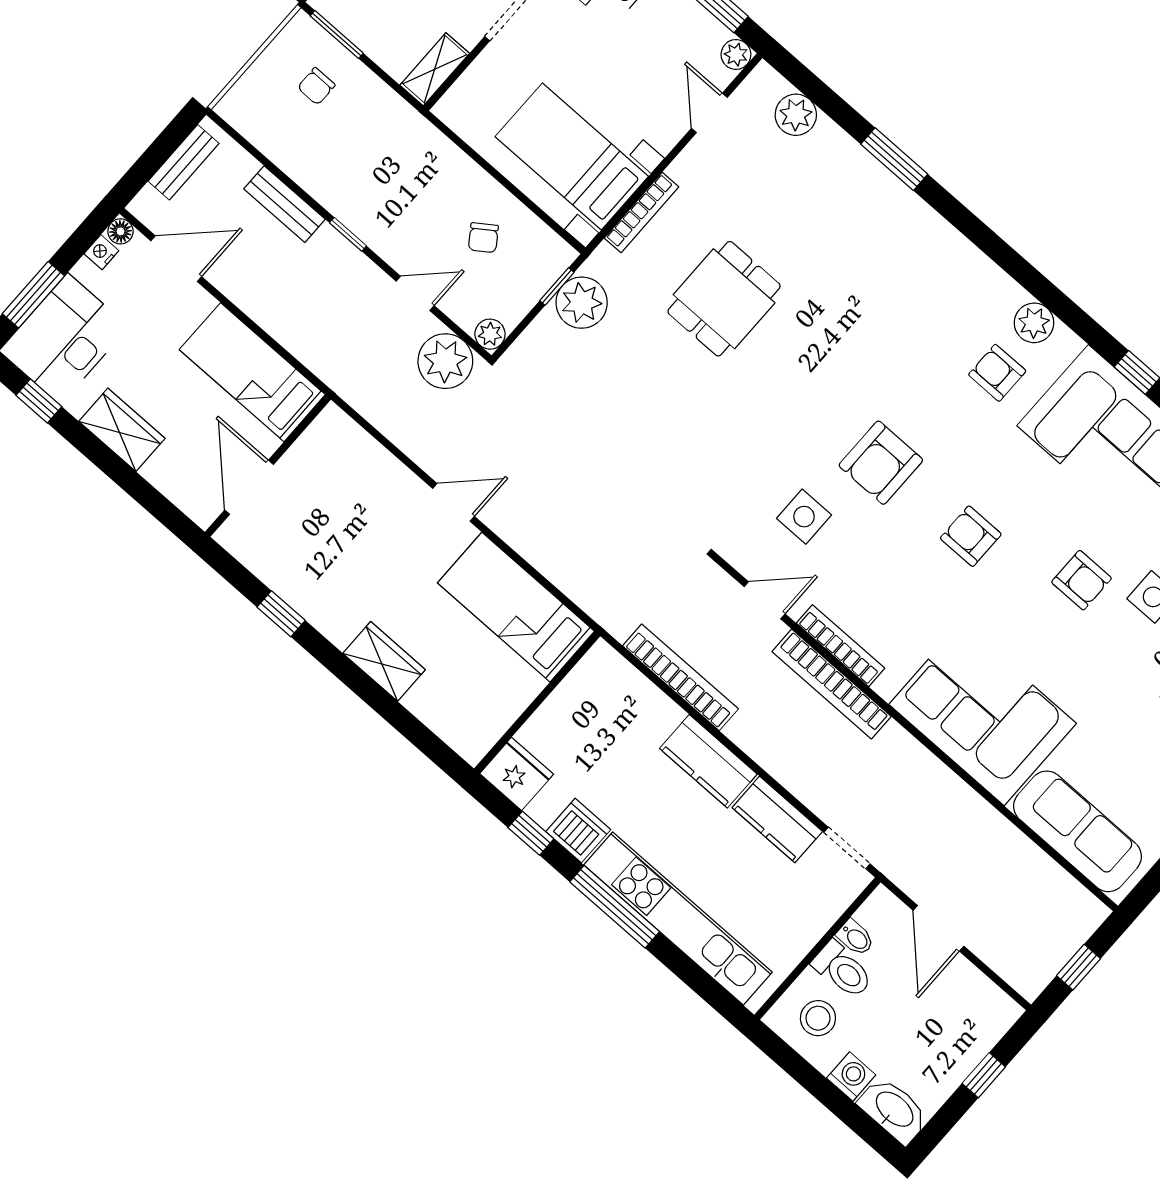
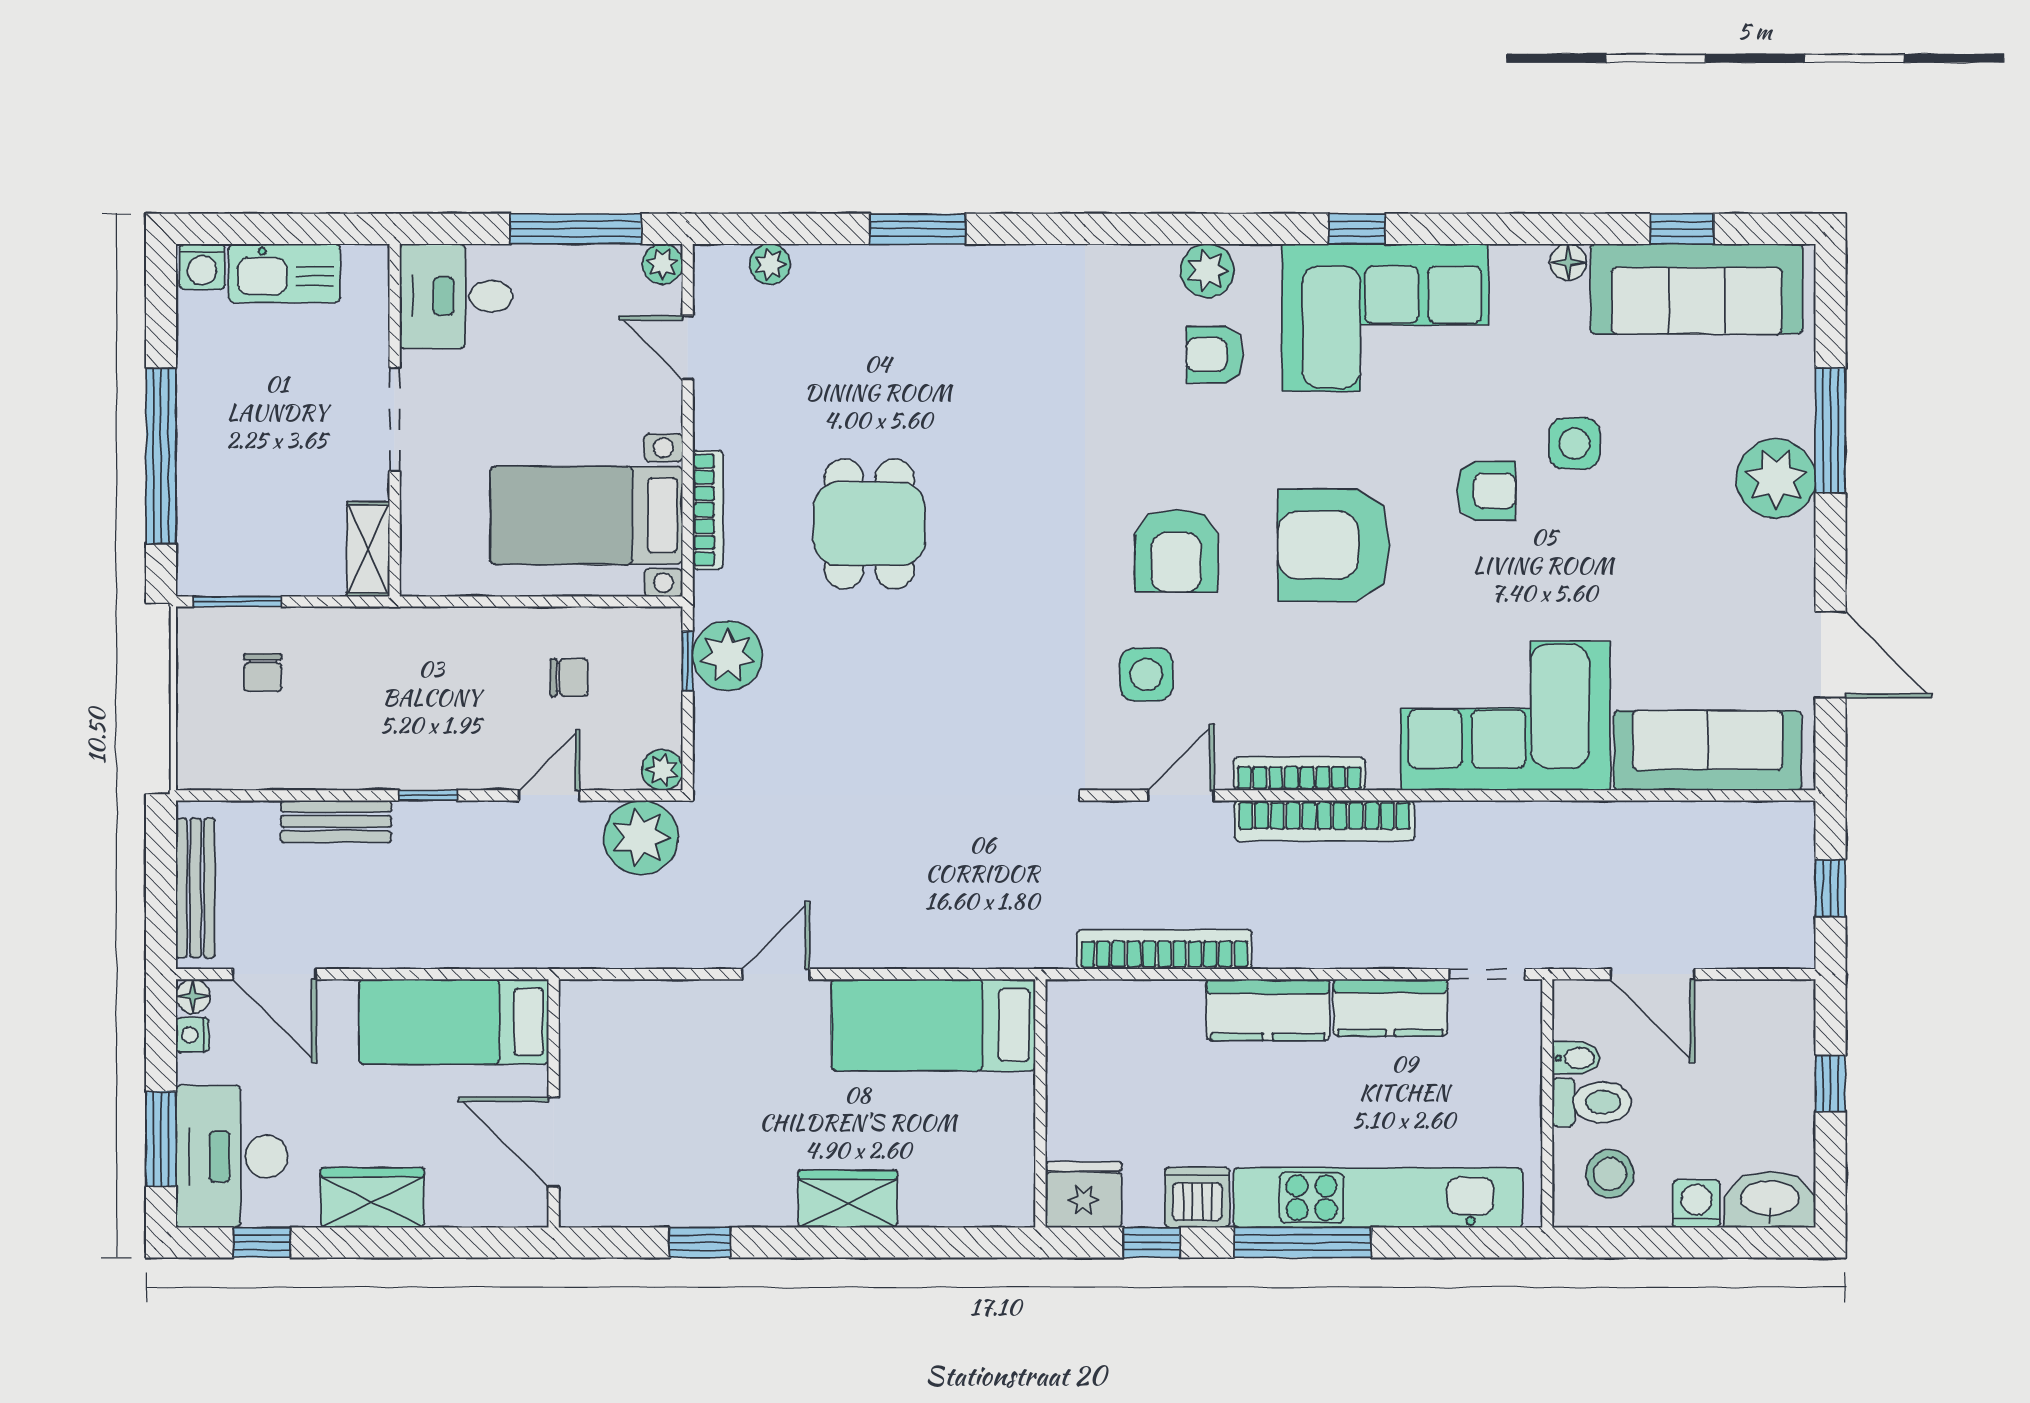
plant: (796, 115) -> (770, 264), width x0.73, depth x0.73
bench: (184, 162) -> (196, 888), width x1.36
chair: (483, 238) -> (569, 677), turned -55
door: (176, 259) -> (275, 974), swing flipped
armchair: (971, 536) -> (1334, 545), width x1.88, depth x1.88

